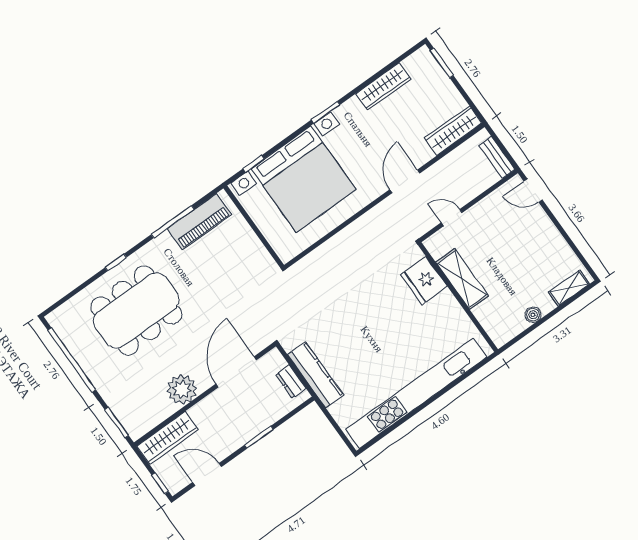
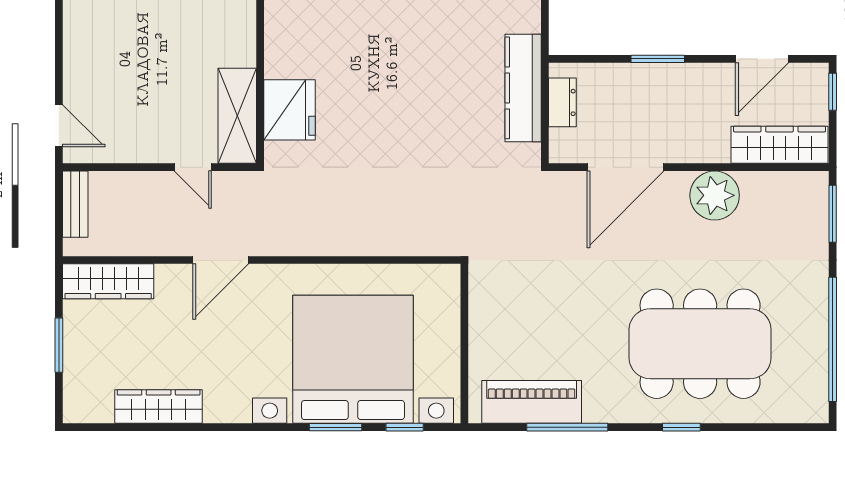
window: (442, 63) -> (59, 345), moved
window: (326, 112) -> (336, 427), moved
shelving: (462, 279) -> (237, 116), moved
door: (207, 474) -> (762, 59), hinge flipped

